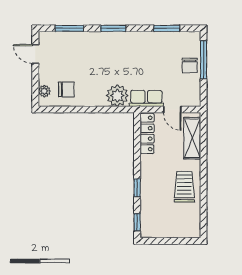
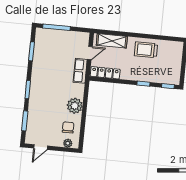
chair: (190, 65) -> (60, 37), removed
plant: (117, 96) -> (75, 106), moved

